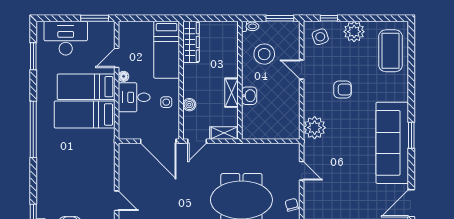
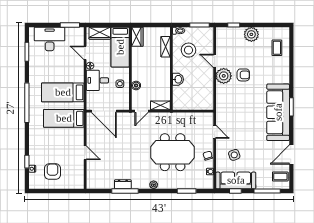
wardrobe: (137, 30) -> (100, 33), added
side table: (320, 37) -> (234, 155), moved
wardrobe: (191, 42) -> (137, 37), width x0.67
coffee table: (390, 51) -> (277, 48), width x0.54, depth x0.58
door: (117, 58) -> (85, 53), hinge flipped
bed: (86, 87) -> (64, 118), moved
shelving: (231, 93) -> (166, 47), moved
plant: (315, 128) -> (224, 76), moved
door: (158, 141) -> (104, 111), moved

